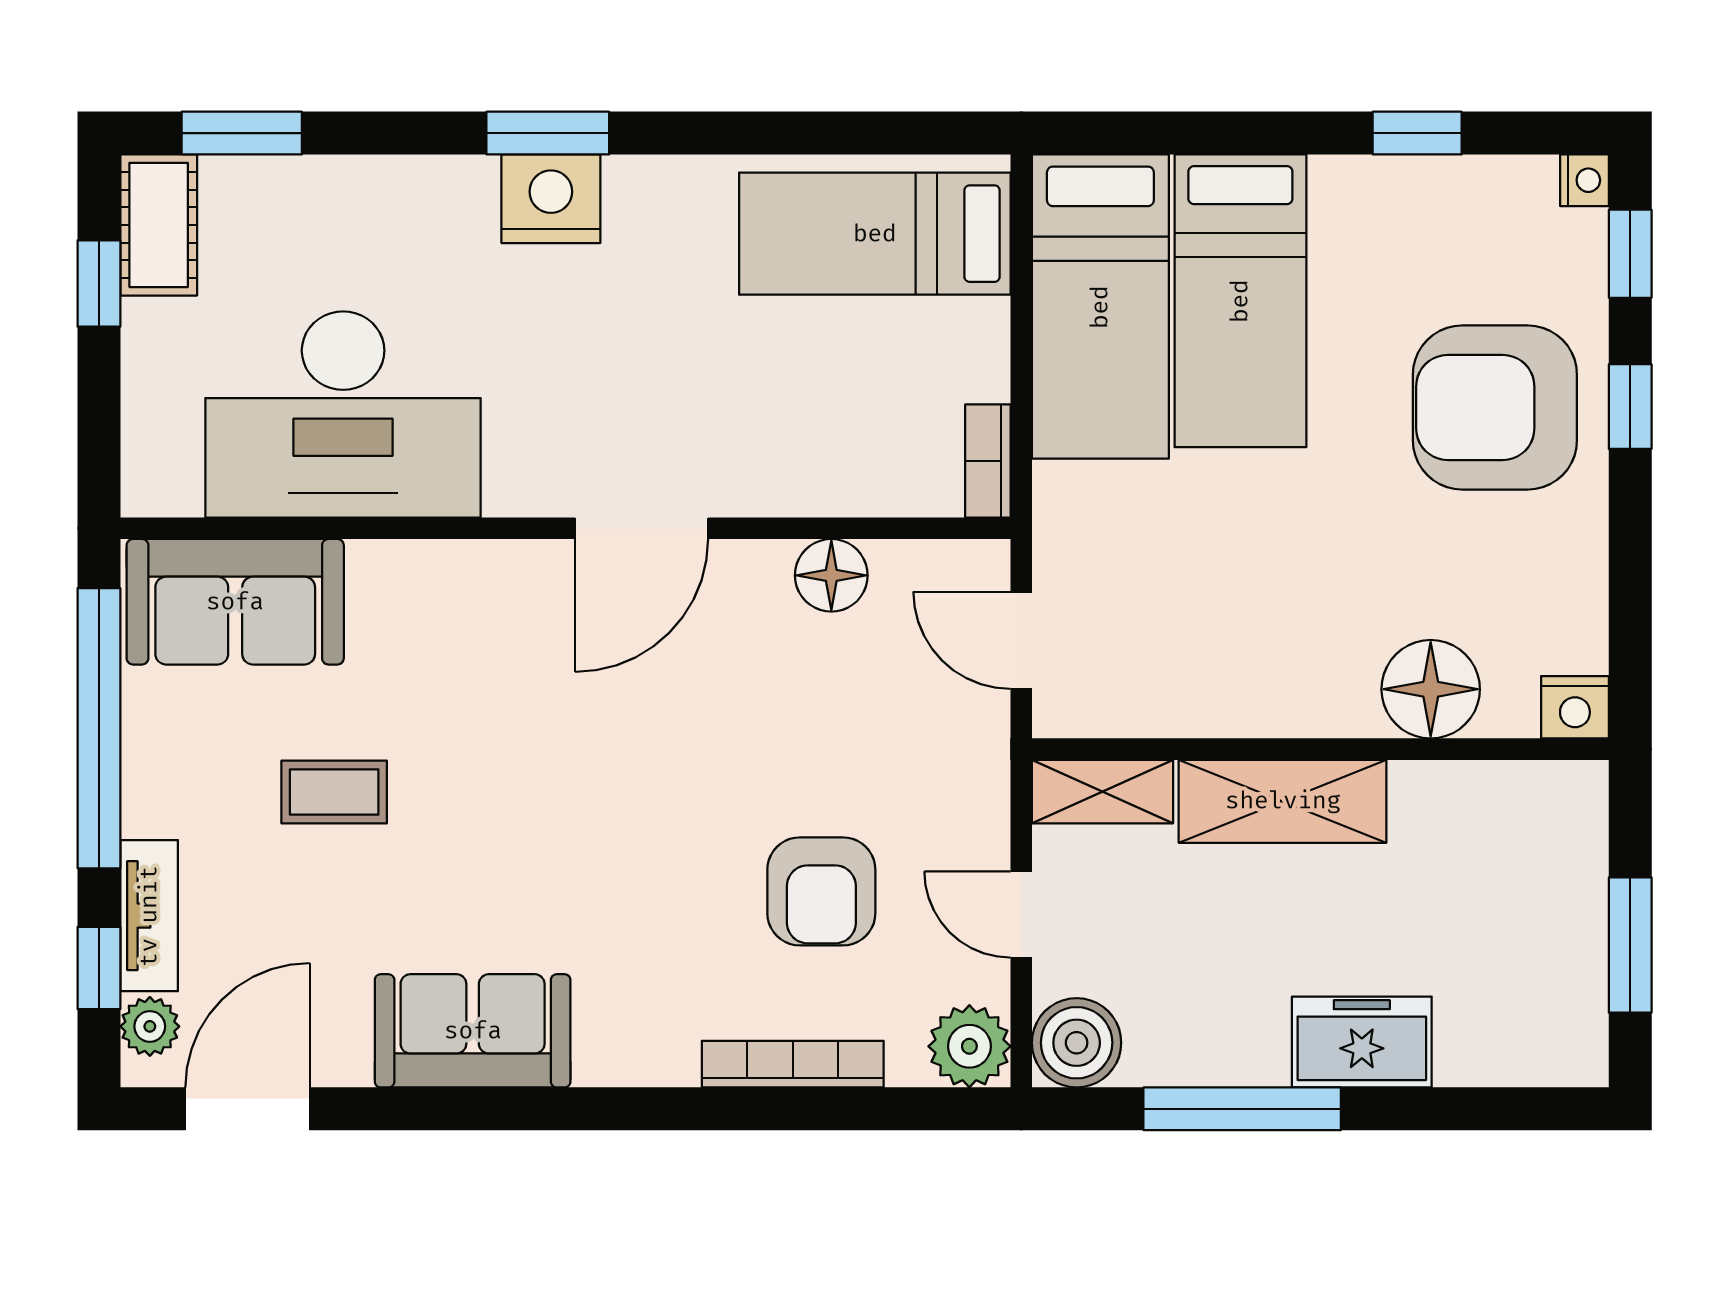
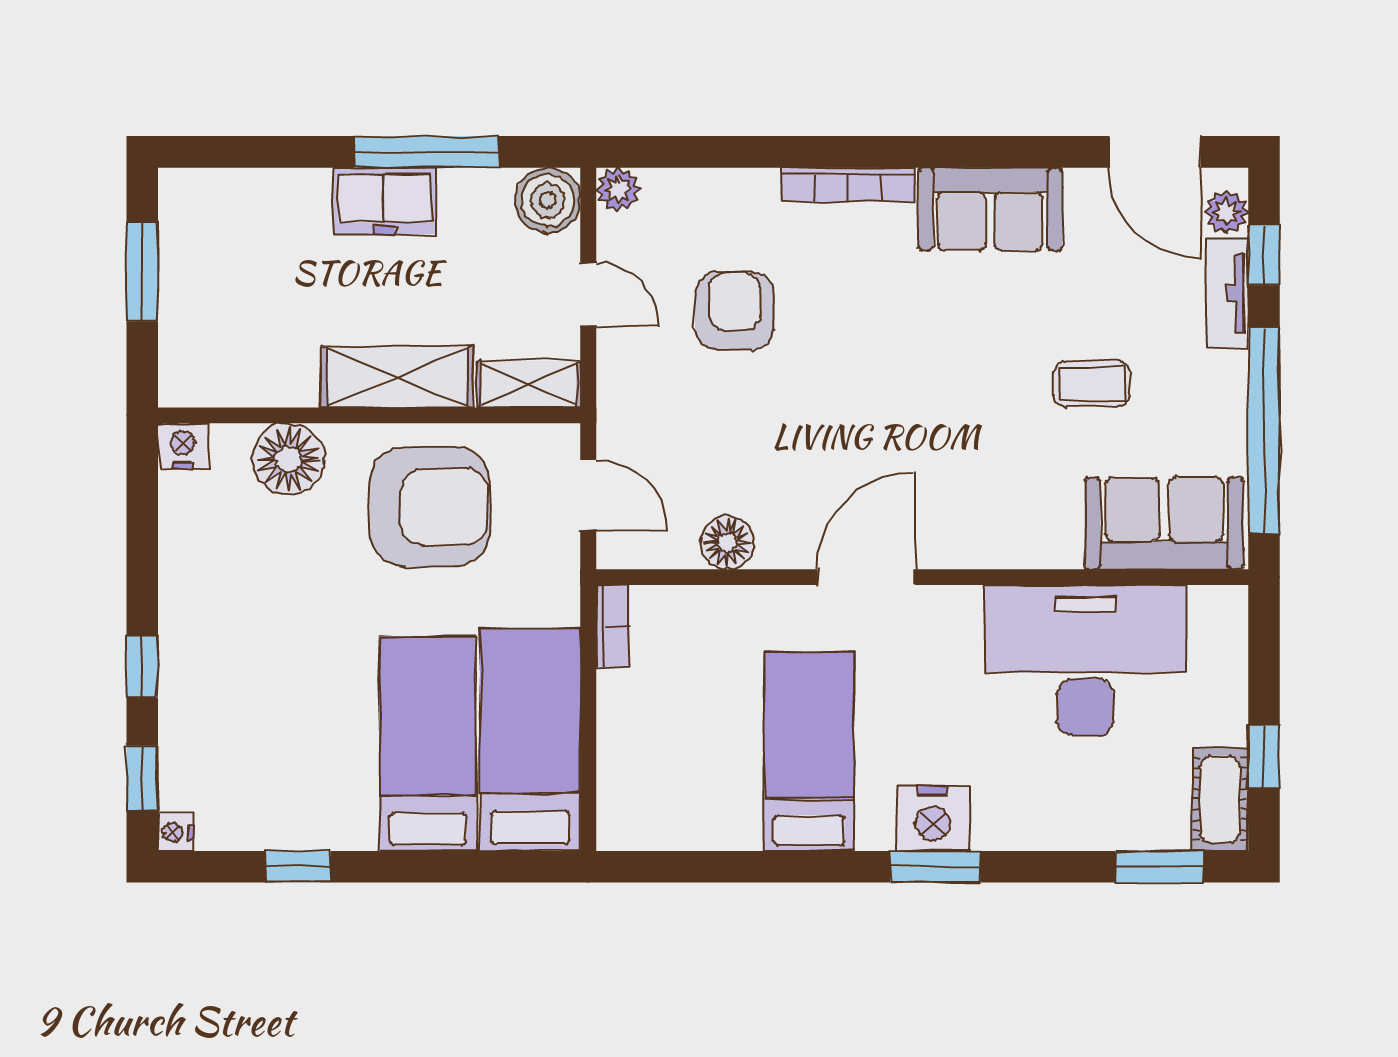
bed: (875, 234) -> (809, 752), moved, turned -90
armchair: (1495, 407) -> (430, 507), moved
freezer: (1362, 1042) -> (384, 201), moved
plant: (969, 1046) -> (618, 189), width x0.73, depth x0.73
bookcase: (793, 1064) -> (848, 185), moved
door: (248, 1109) -> (1155, 152), hinge flipped

